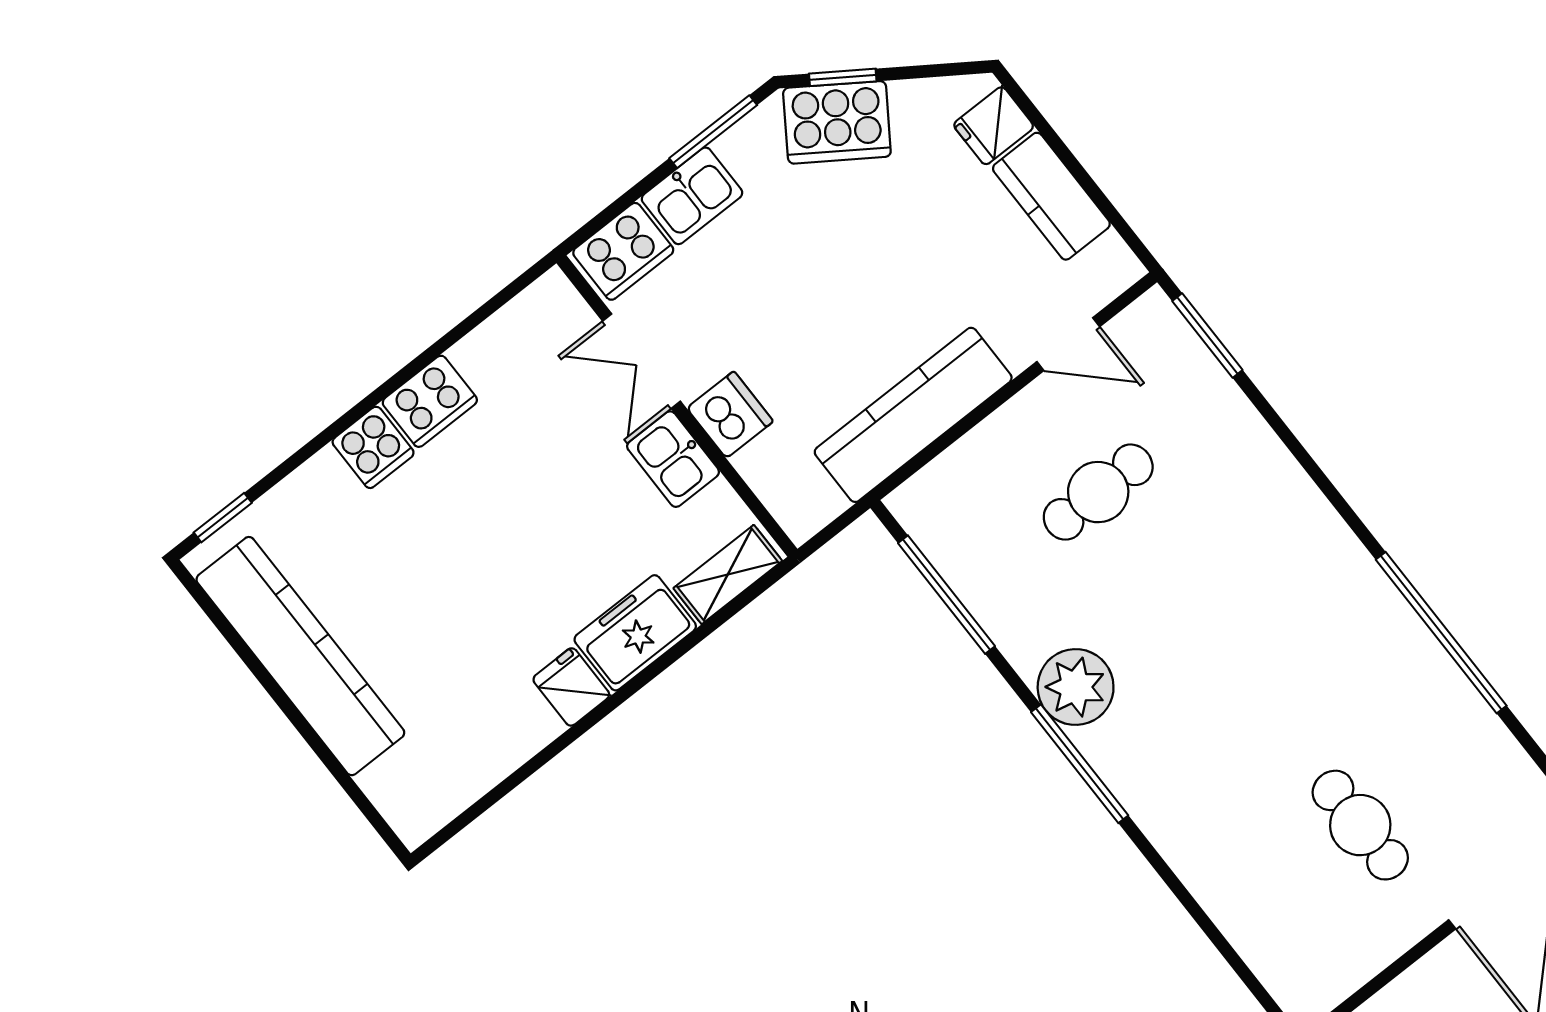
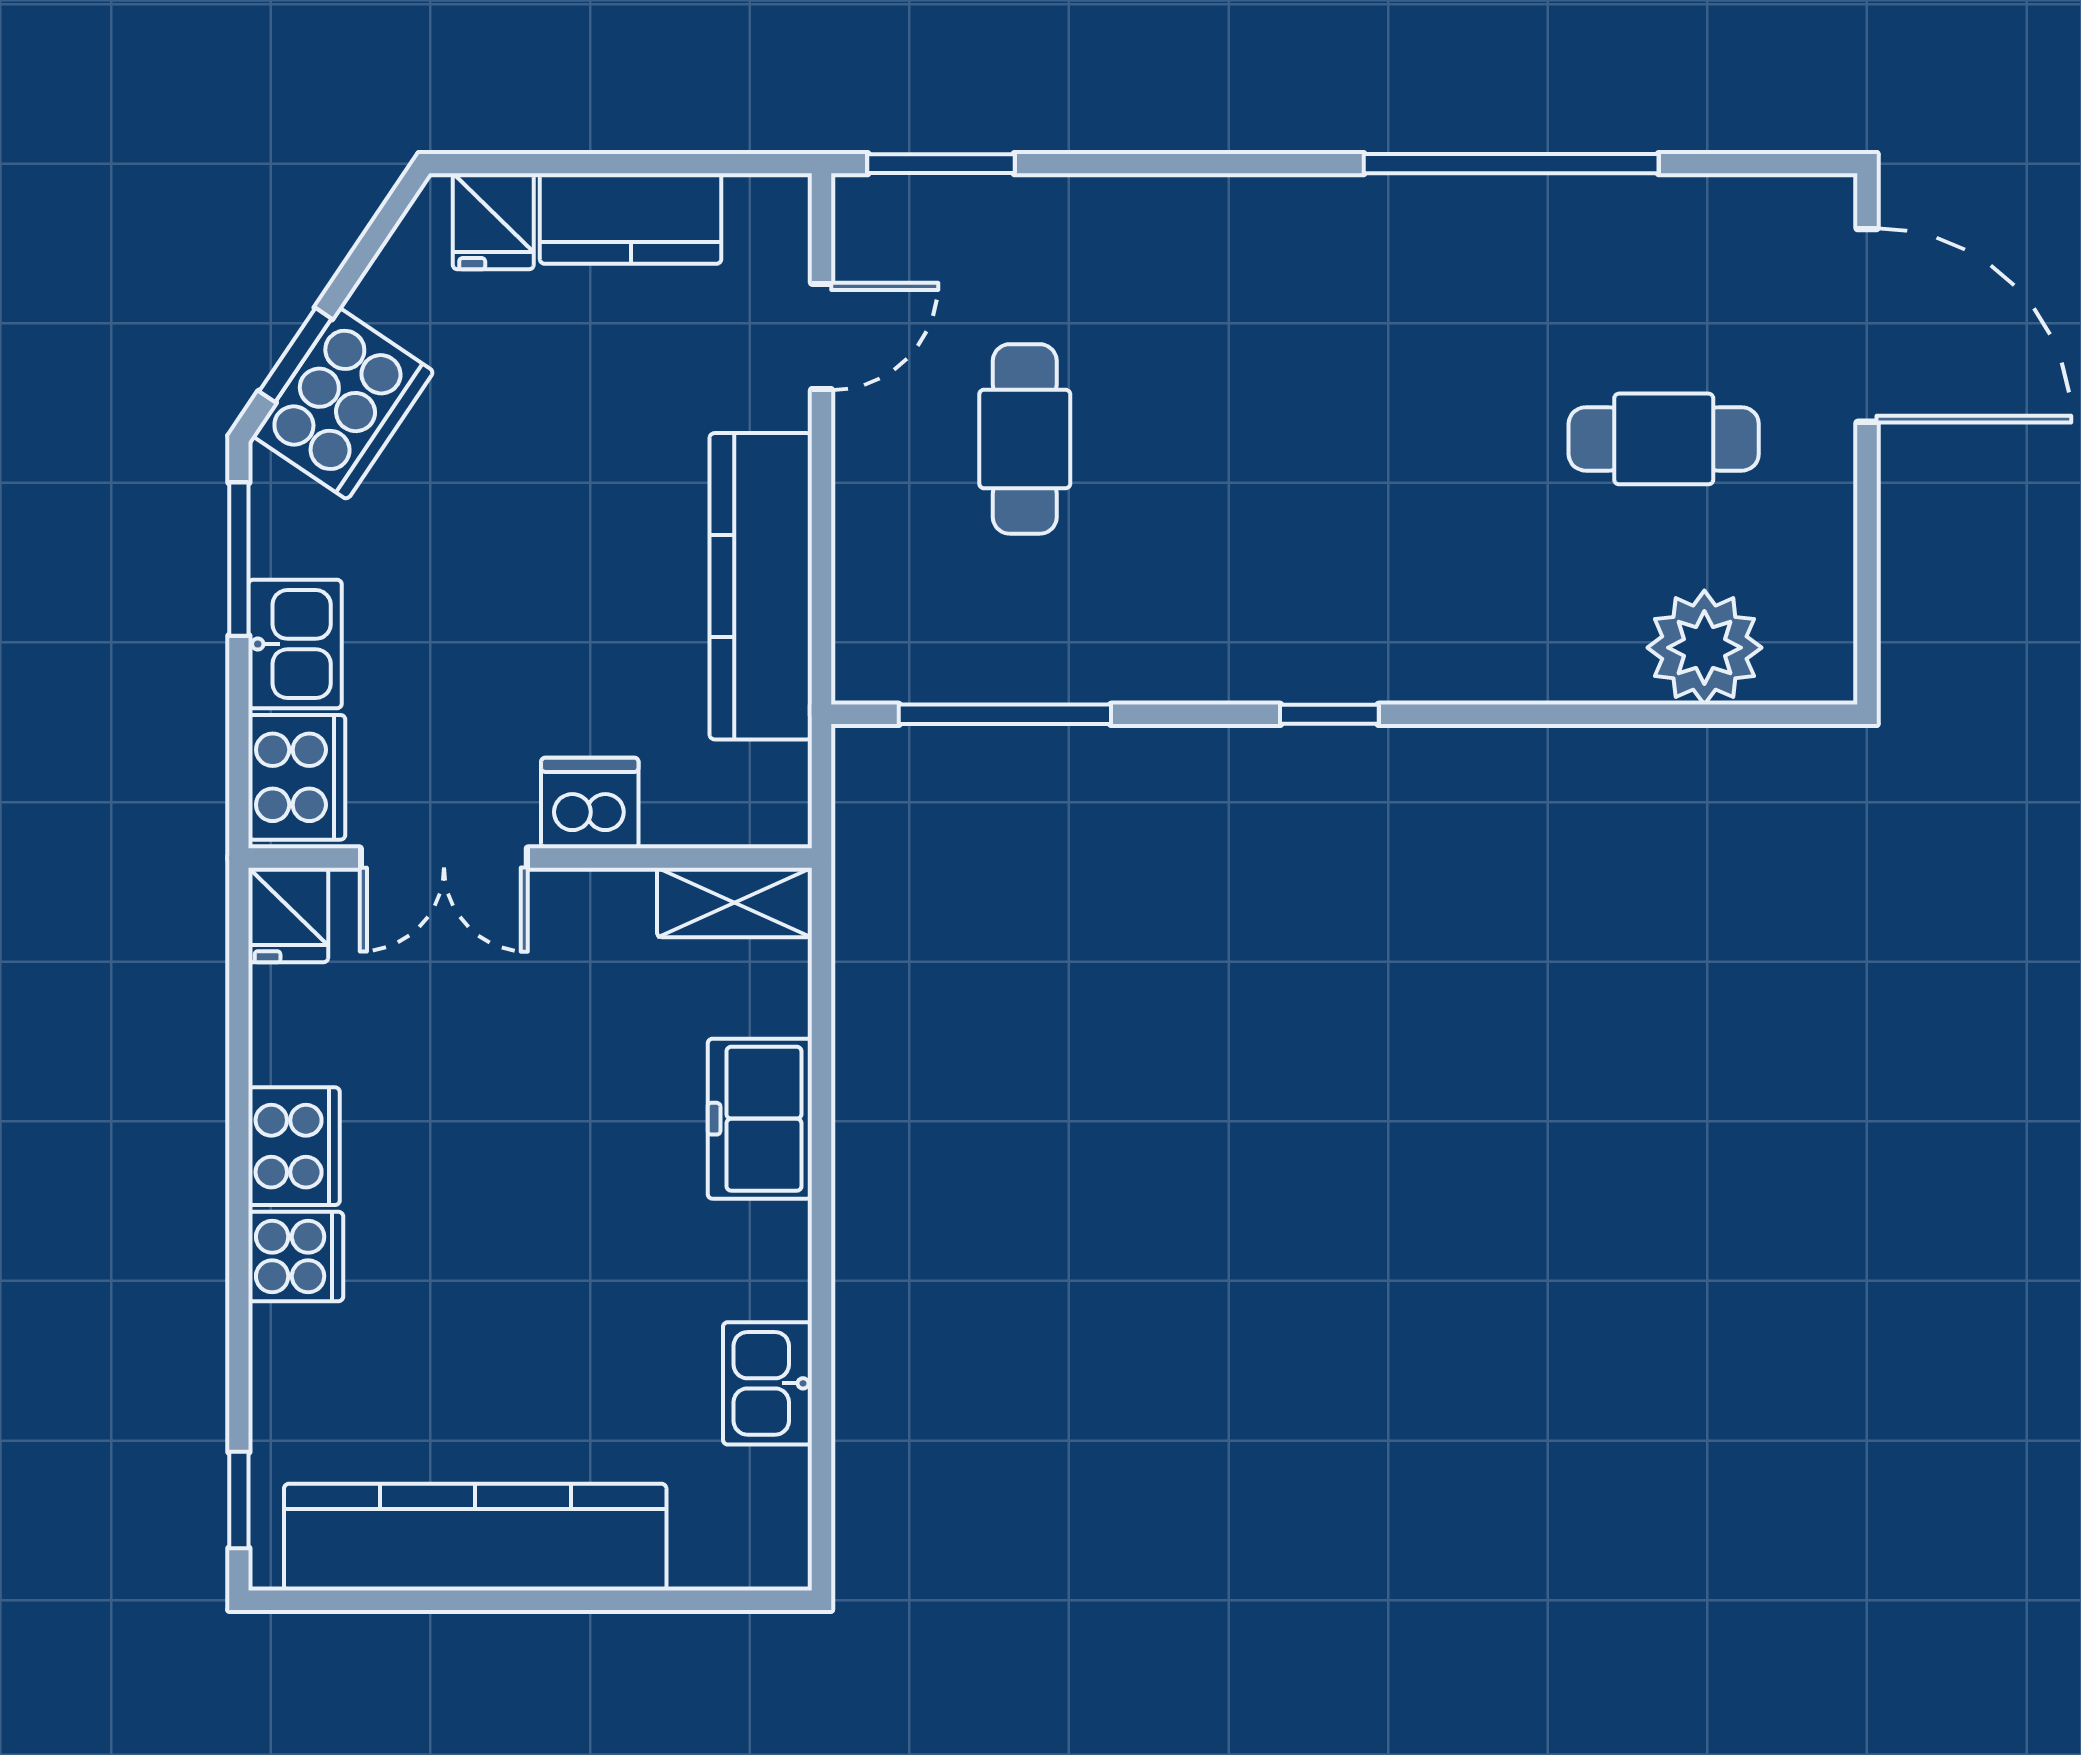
kitchen sink: (673, 459) -> (767, 1383), moved, turned 90
shelving: (728, 575) -> (734, 902), moved, turned 90
fridge: (571, 687) -> (288, 915), moved, turned -90
plant: (1076, 687) -> (1704, 648), moved
window: (1080, 764) -> (1329, 714), width x0.46

